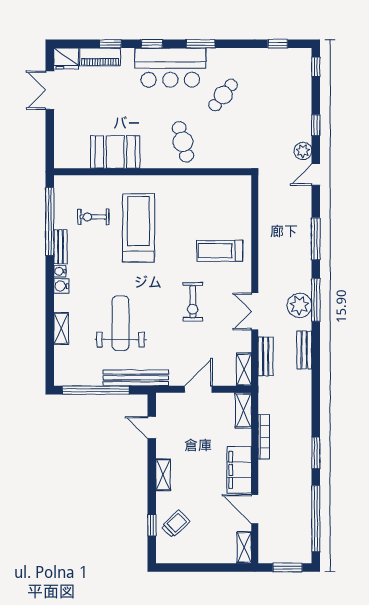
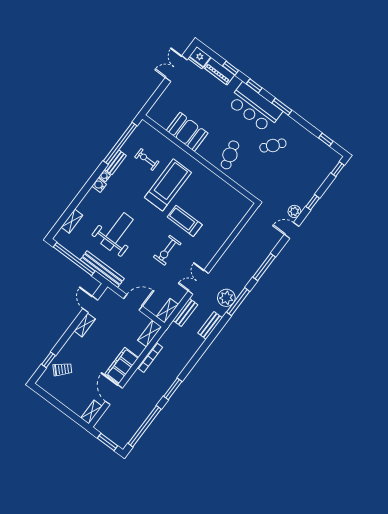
treadmill: (220, 251) -> (185, 221), moved
shelving: (61, 329) -> (72, 221), moved
shelving: (163, 475) -> (85, 325), moved

